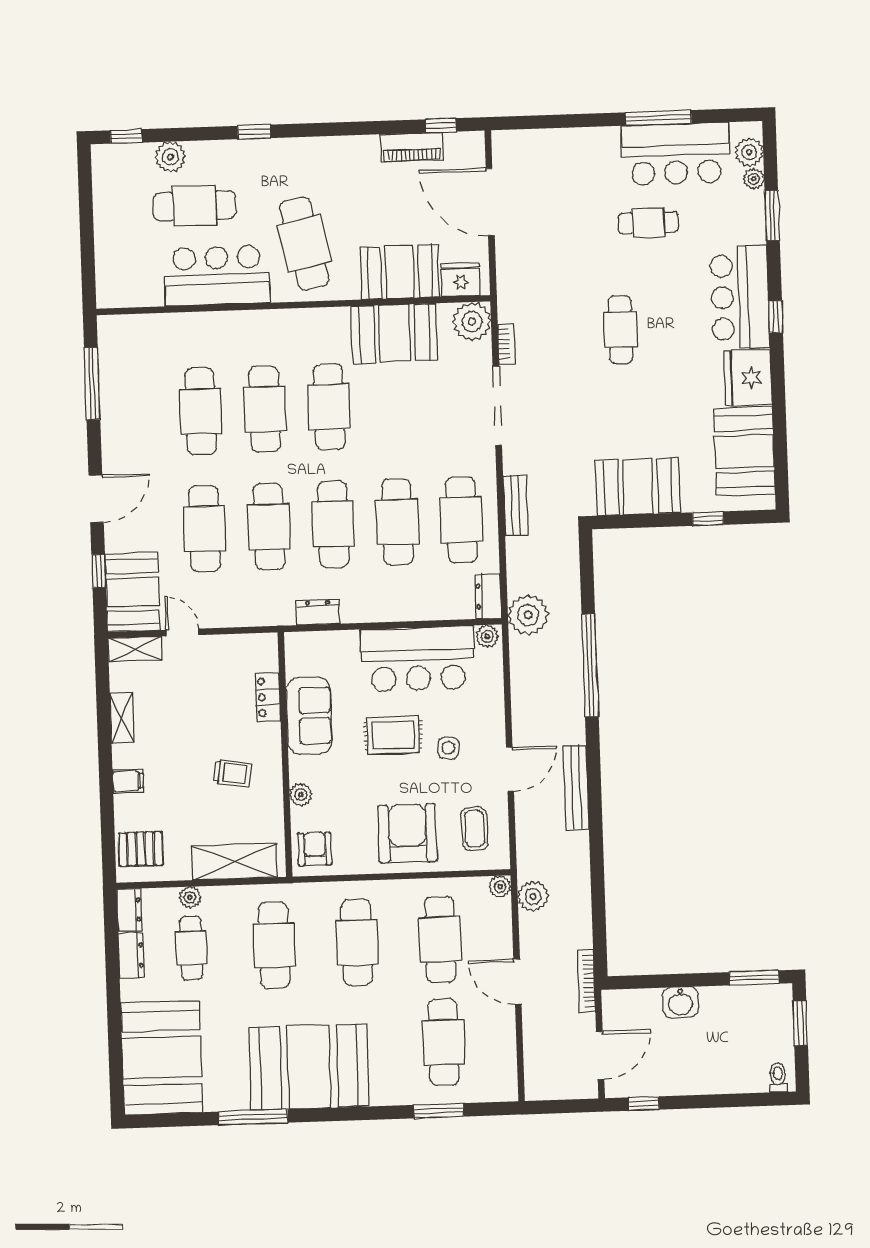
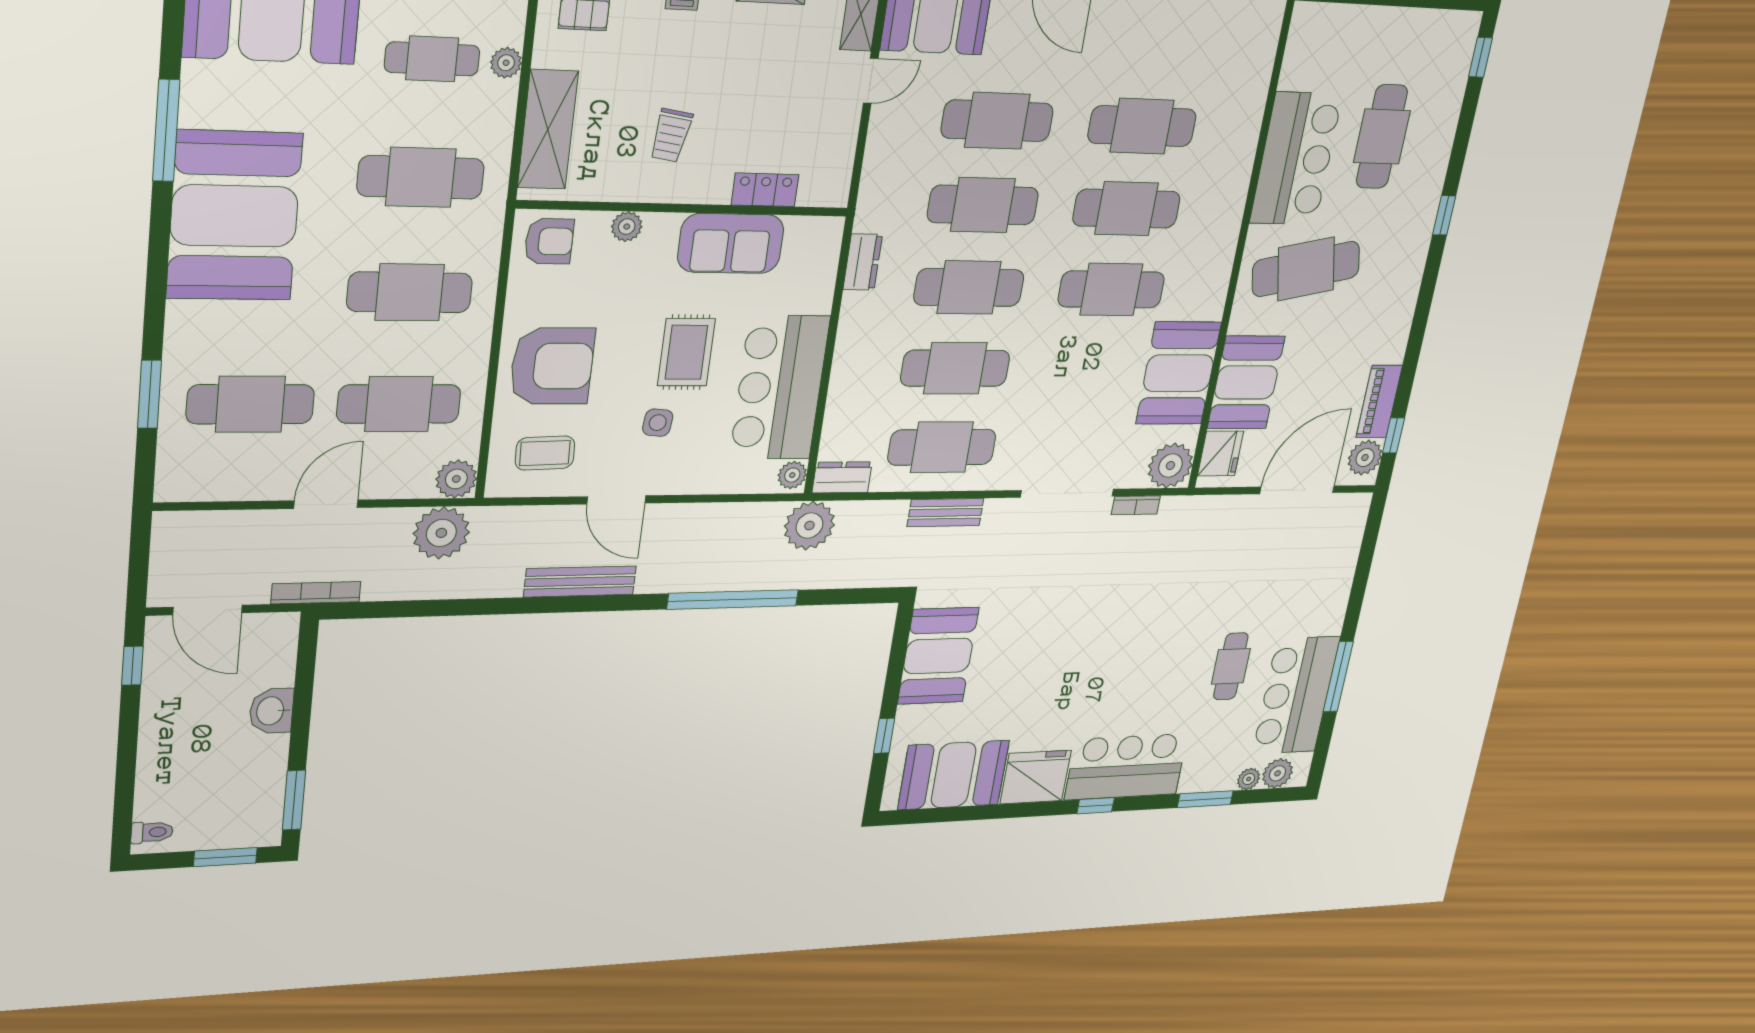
plant: (170, 157) -> (1365, 458), moved
cafe table: (620, 330) -> (1121, 636), removed
plant: (500, 887) -> (456, 479), width x1.38, depth x1.38
plant: (533, 896) -> (441, 533), width x1.36, depth x1.36

